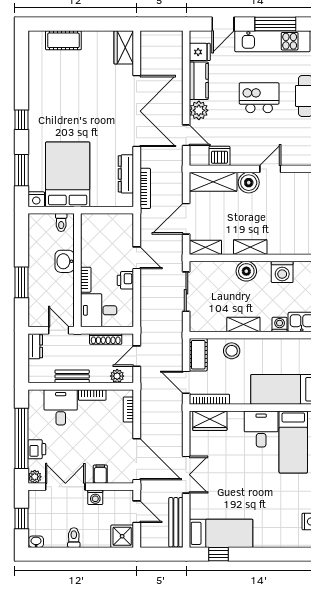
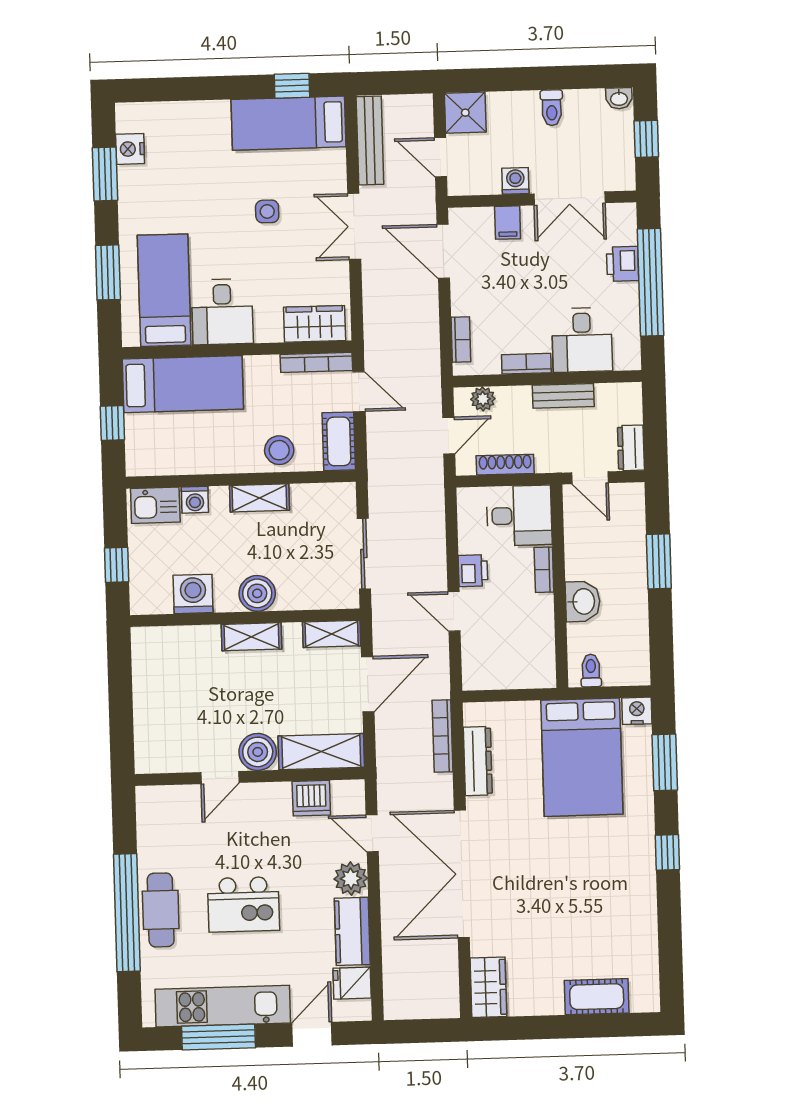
door: (137, 459) -> (443, 251), width x0.73
plant: (35, 477) -> (625, 214), removed
side table: (234, 484) -> (267, 211), added

